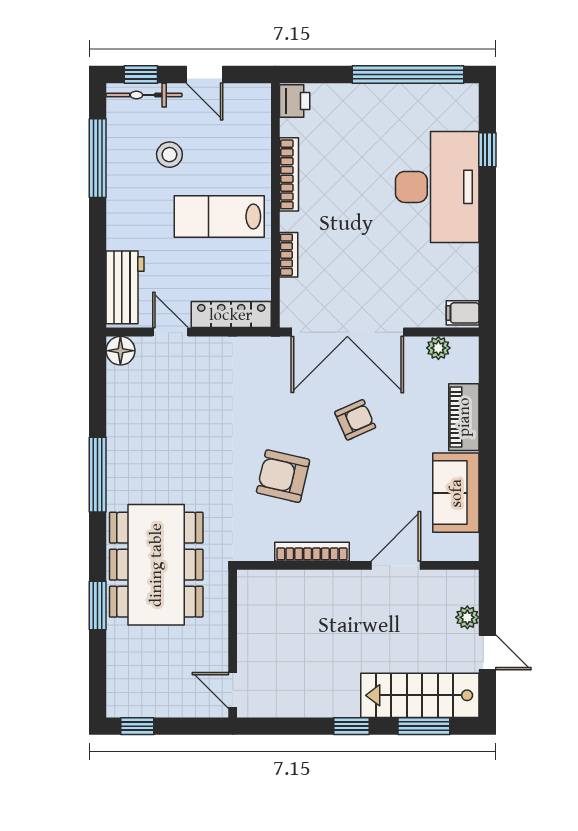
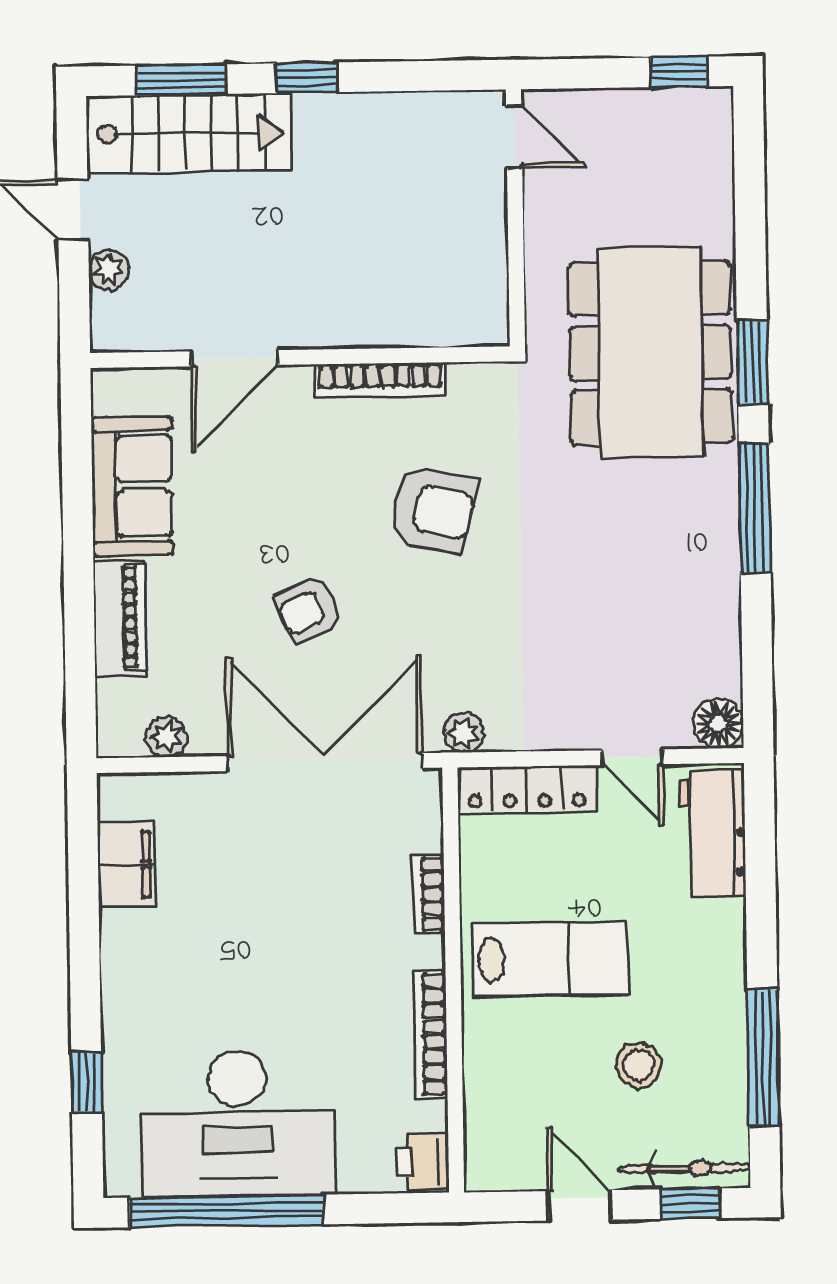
desk: (437, 187) -> (238, 1124), moved, turned -90
filing cabinet: (463, 313) -> (126, 865), moved, width x2.00
plant: (267, 348) -> (464, 733), added
window: (98, 606) -> (752, 362), moved

